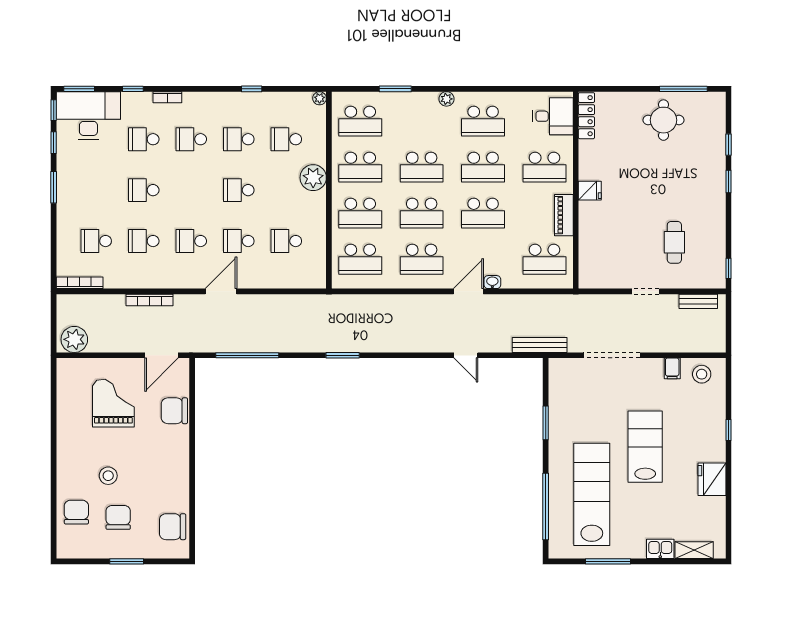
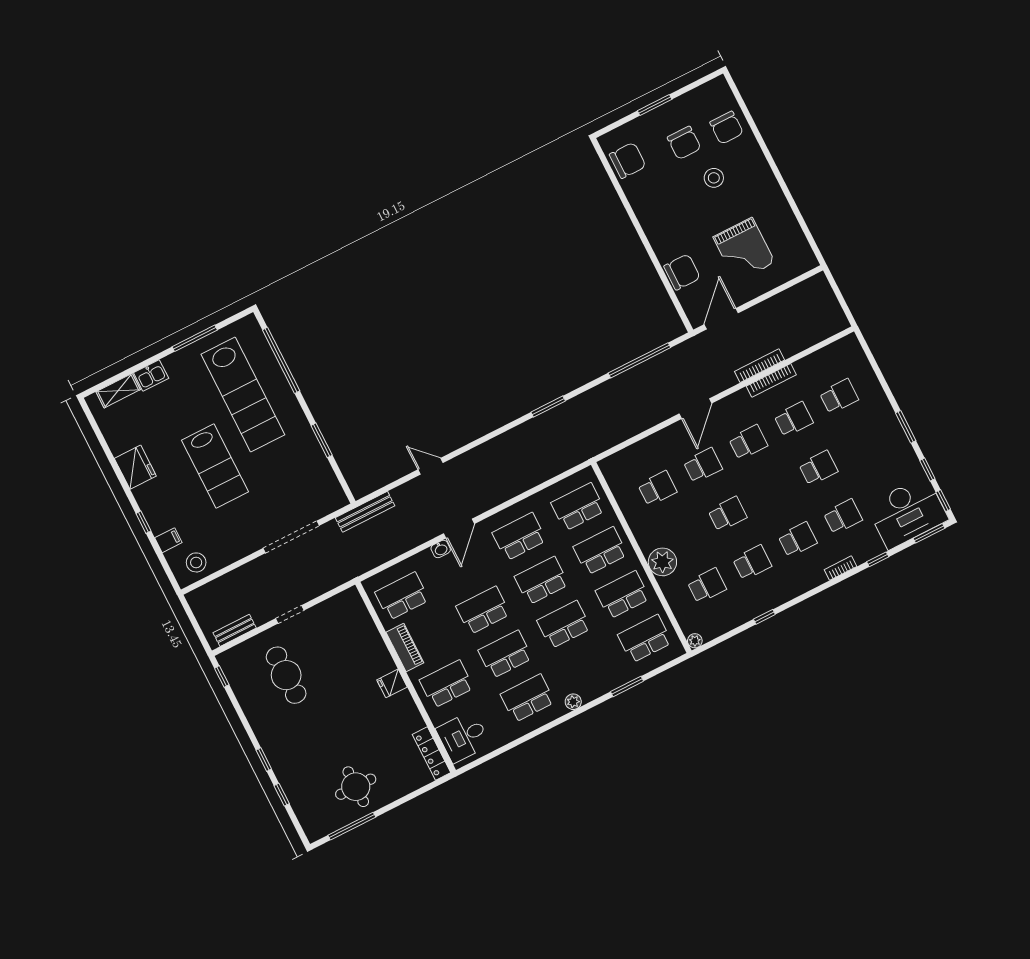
cafe table: (674, 242) -> (286, 675), width x1.37, depth x1.35
bookcase: (80, 283) -> (771, 380), moved
plant: (74, 339) -> (812, 292), removed
filing cabinet: (672, 368) -> (168, 540), moved, turned 90

